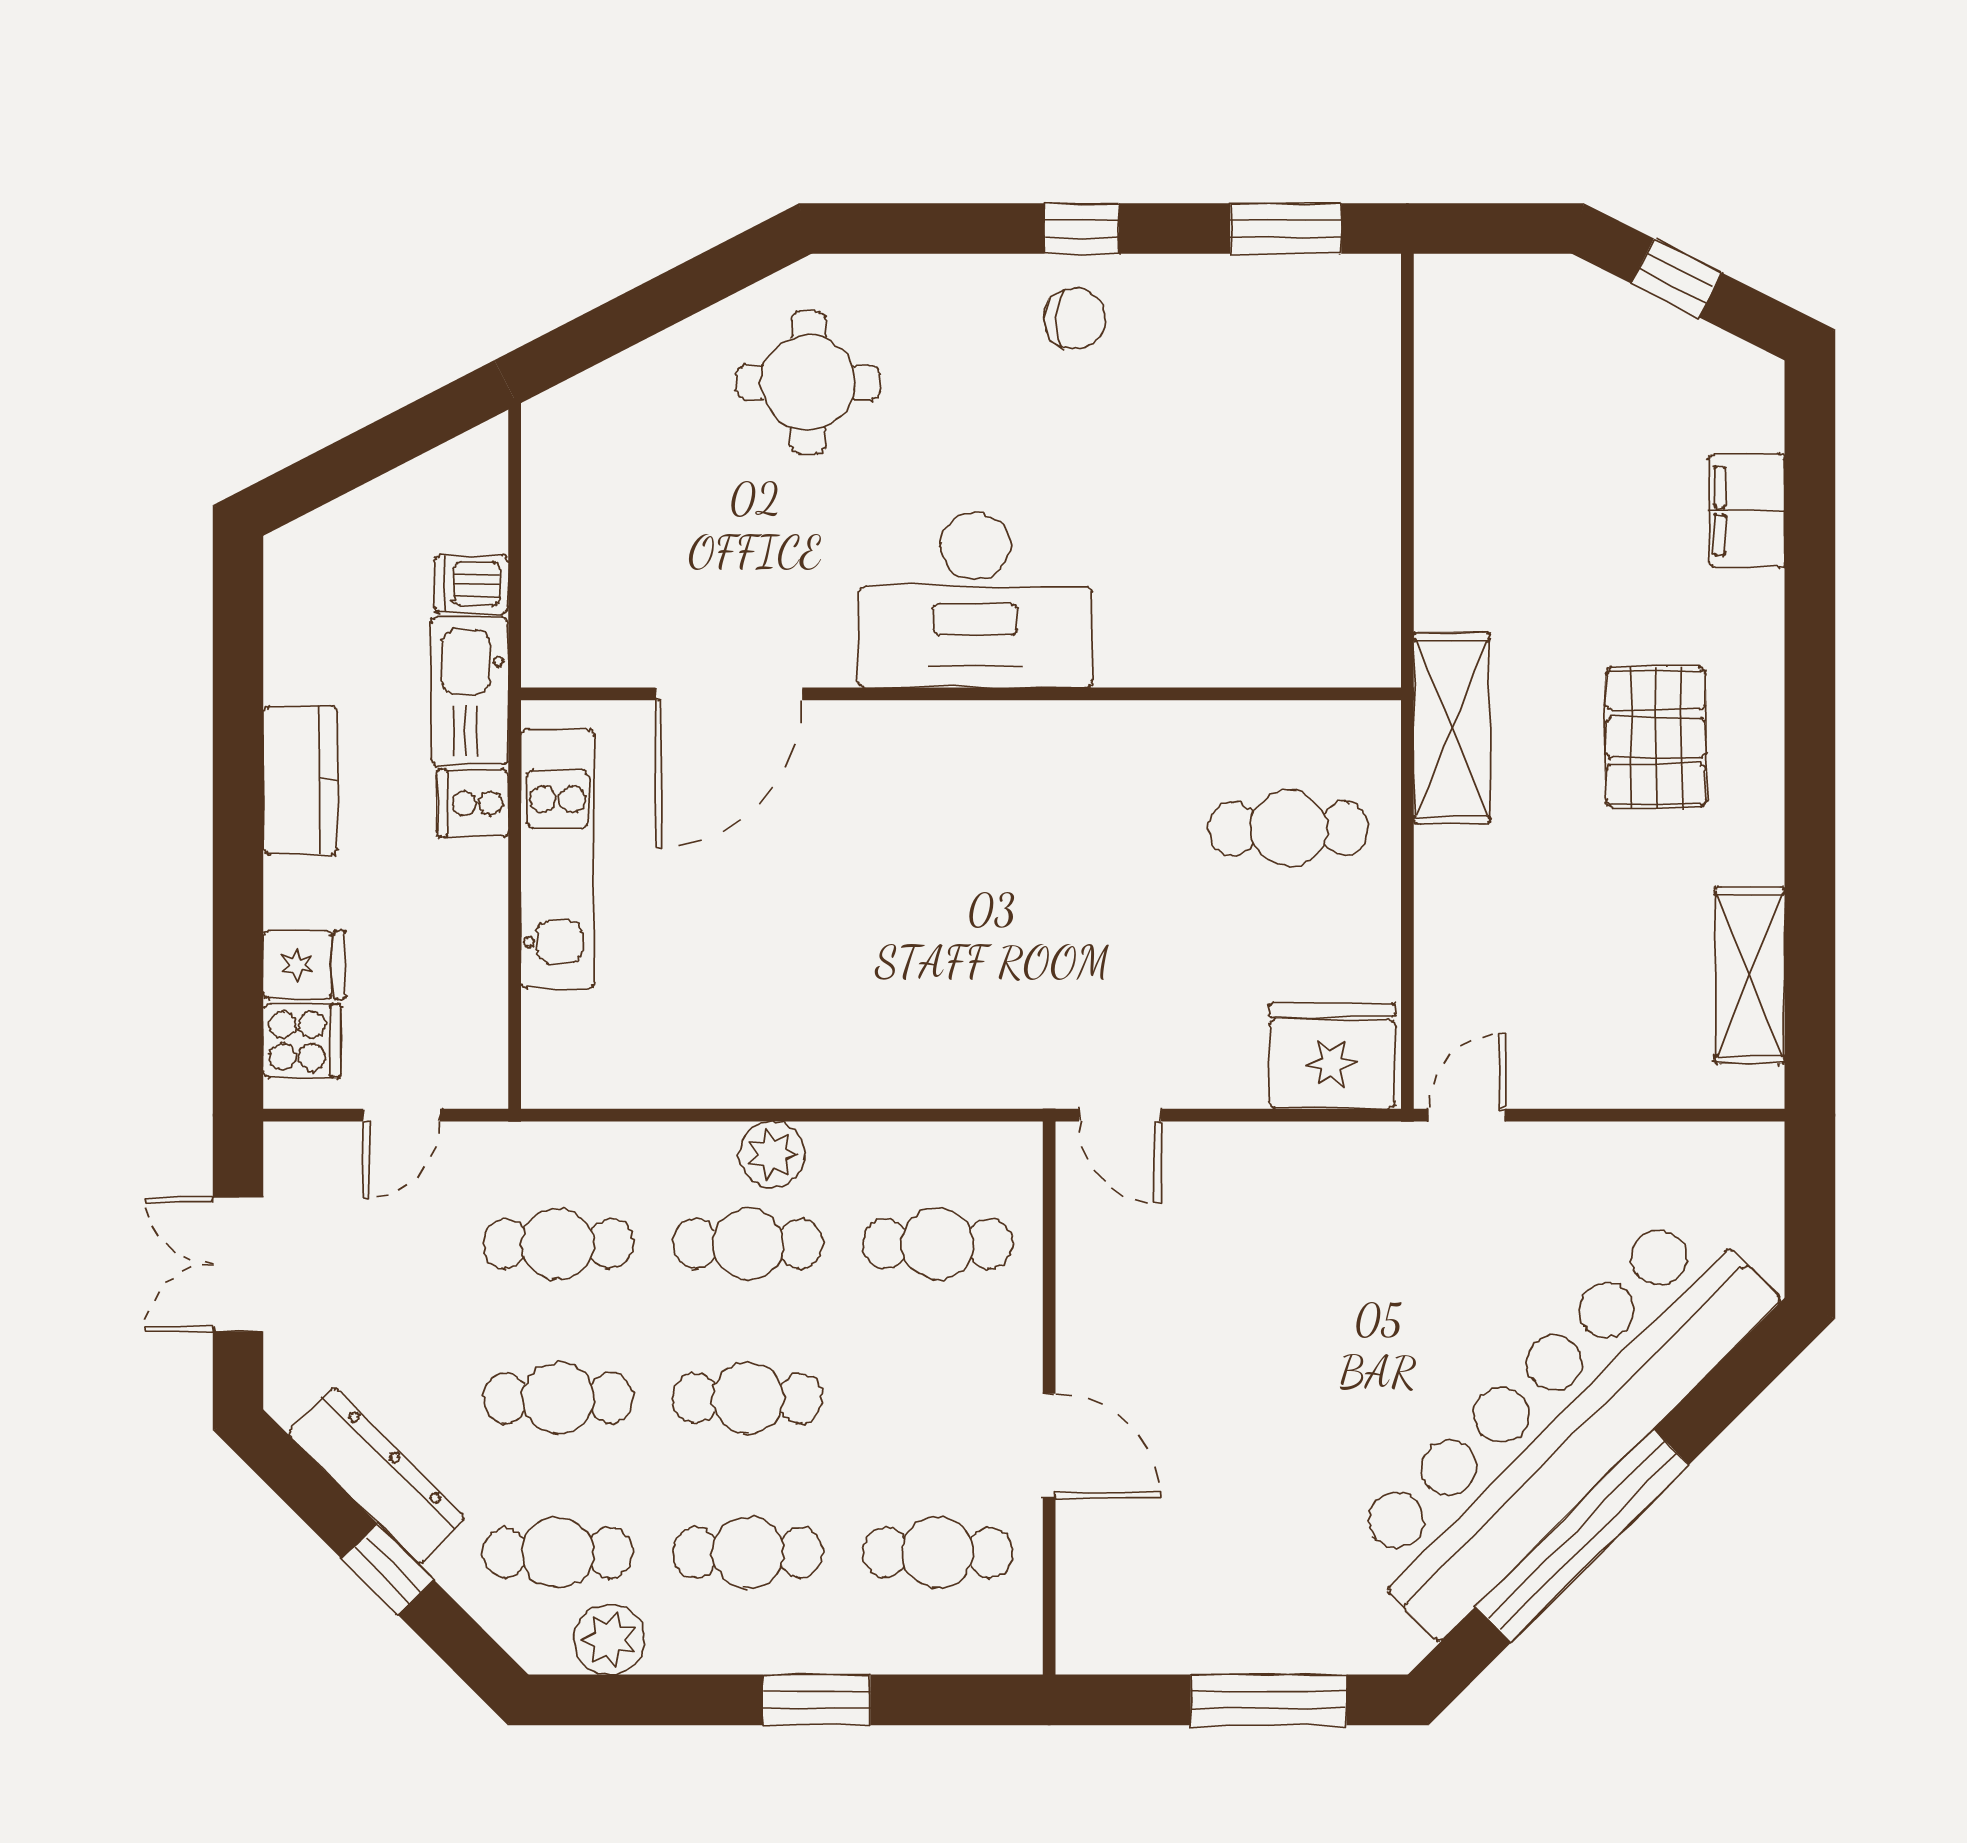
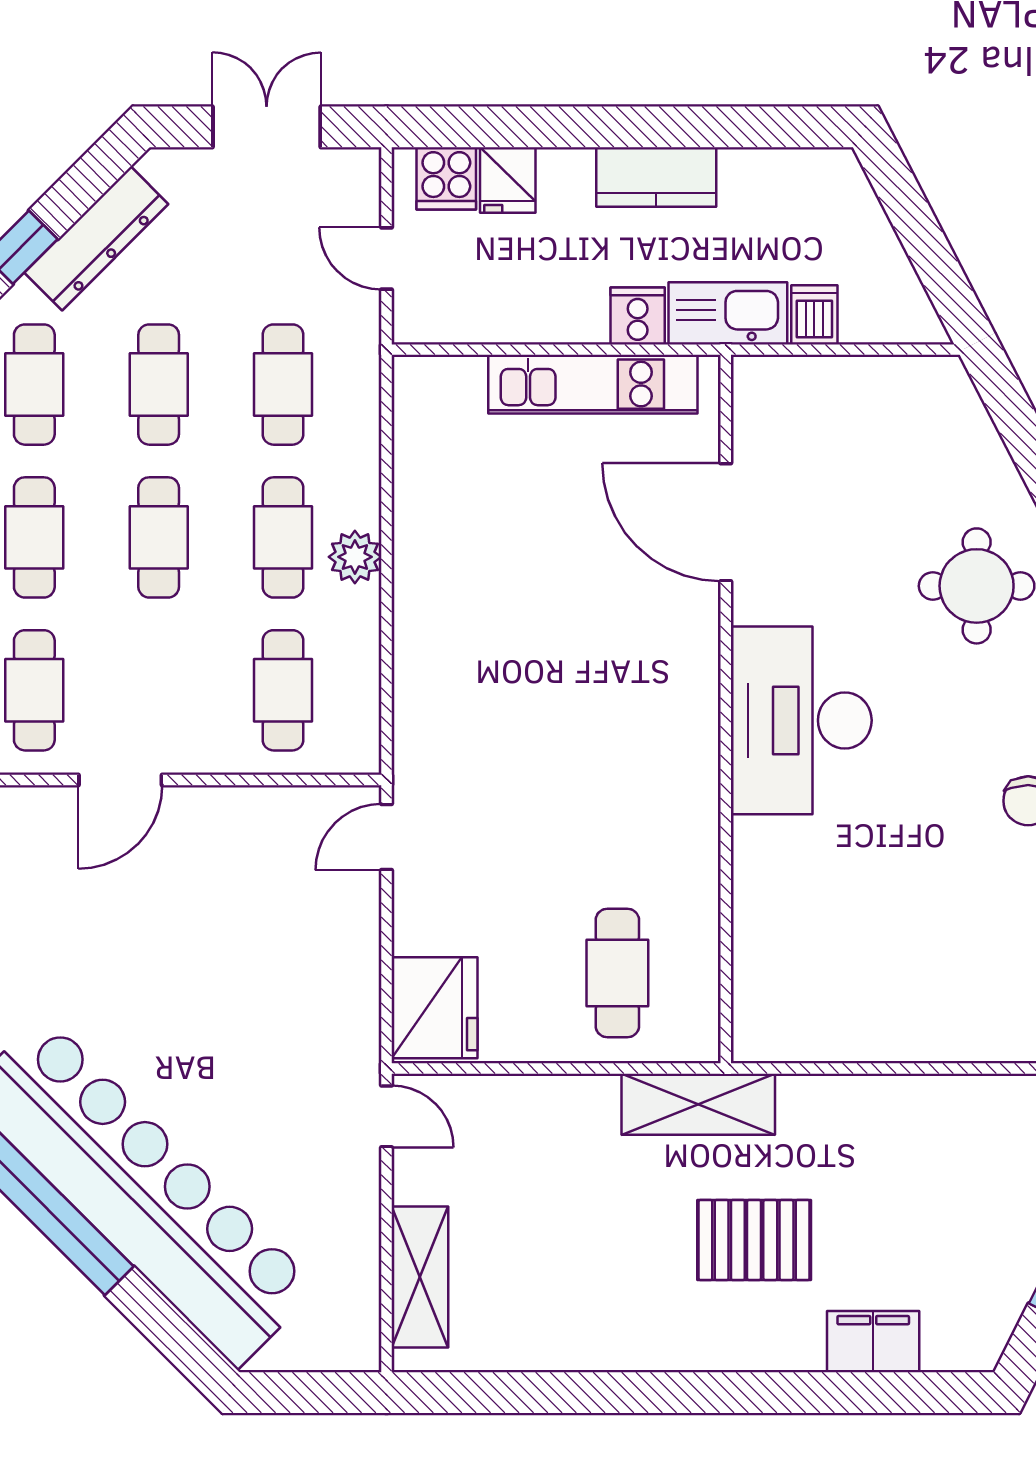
pallet: (1656, 737) -> (754, 1240), moved
shelving: (1750, 975) -> (420, 1277), moved, turned 90

